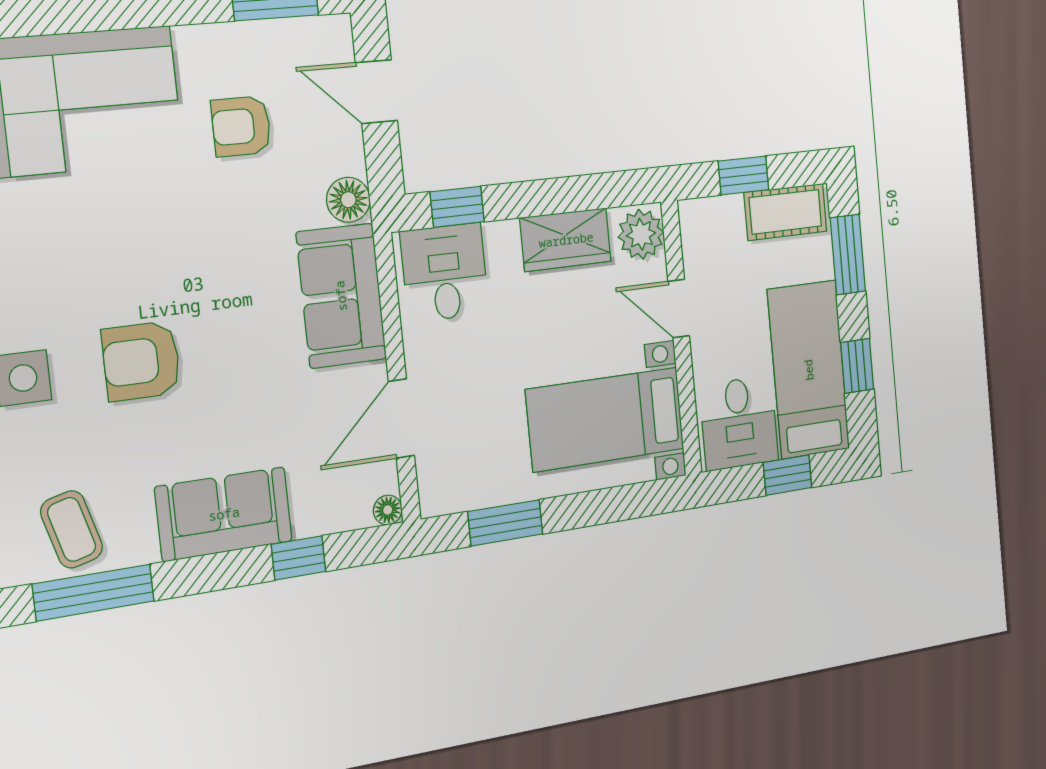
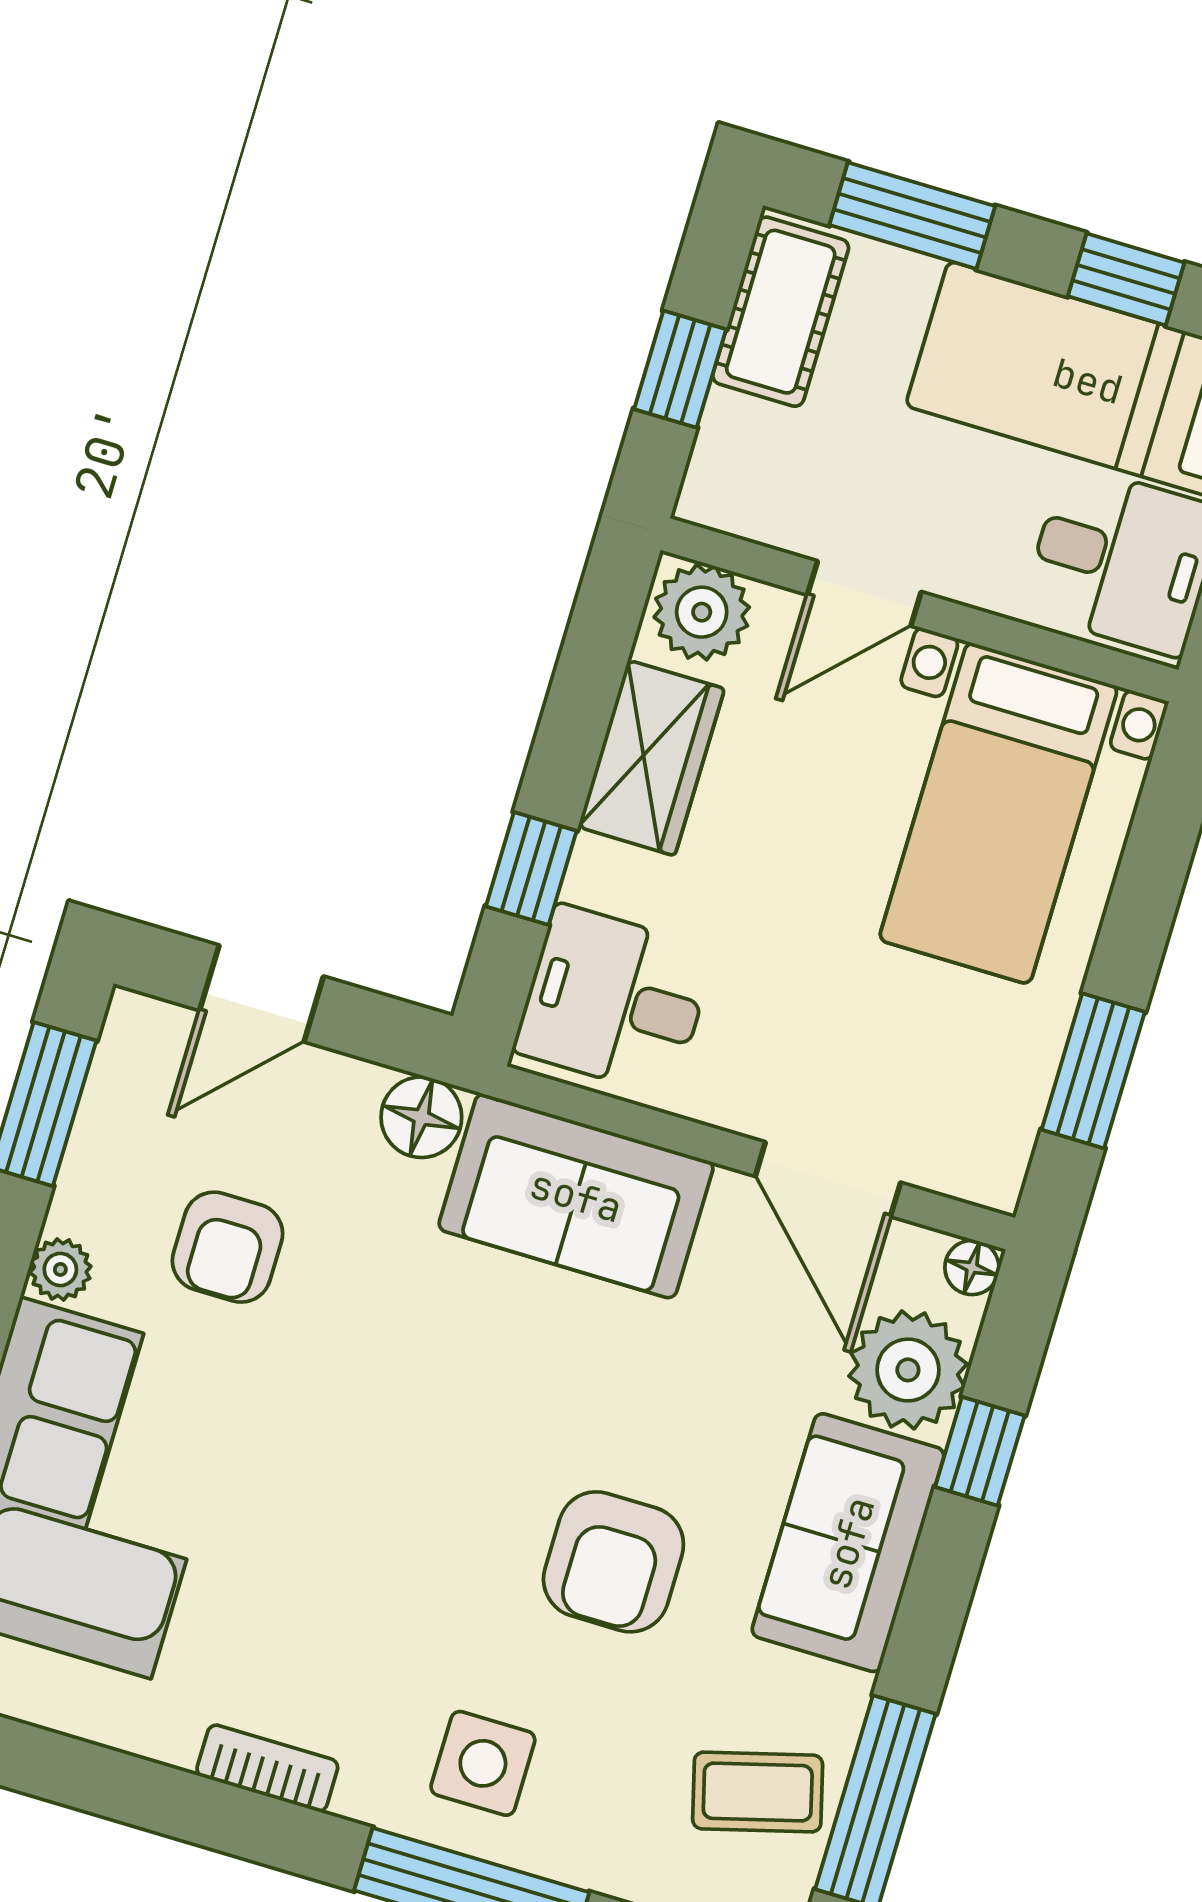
plant: (193, 42) -> (60, 1269), added
window: (457, 207) -> (531, 869), moved
armchair: (141, 361) -> (613, 1562), moved
plant: (324, 503) -> (908, 1370), added

